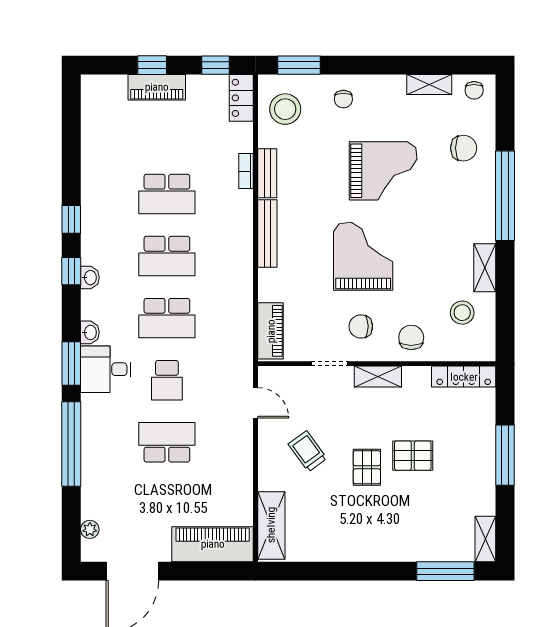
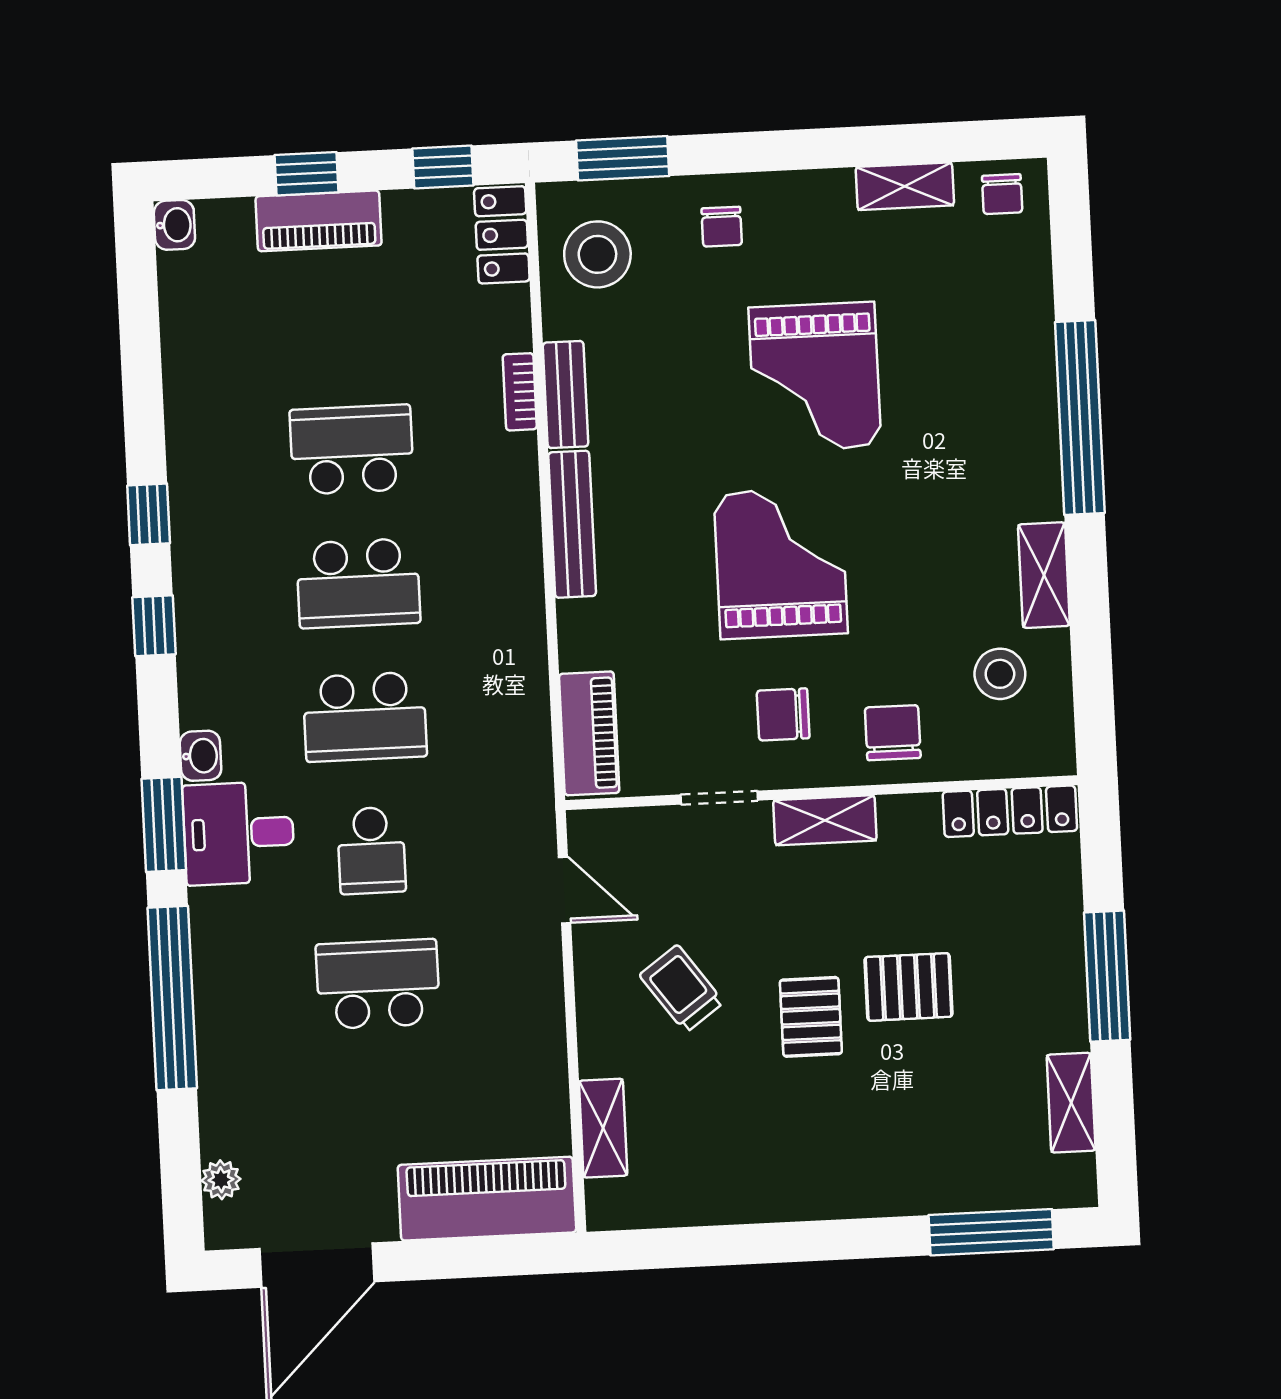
chair: (464, 148) -> (986, 320), removed
grand piano: (383, 171) -> (815, 377), turned 90
school desk: (167, 194) -> (352, 450), turned 180
washbasin: (90, 278) -> (174, 225), moved
shelving: (271, 525) -> (603, 1128), width x0.67, depth x0.75
shelving: (485, 539) -> (1071, 1103), moved

